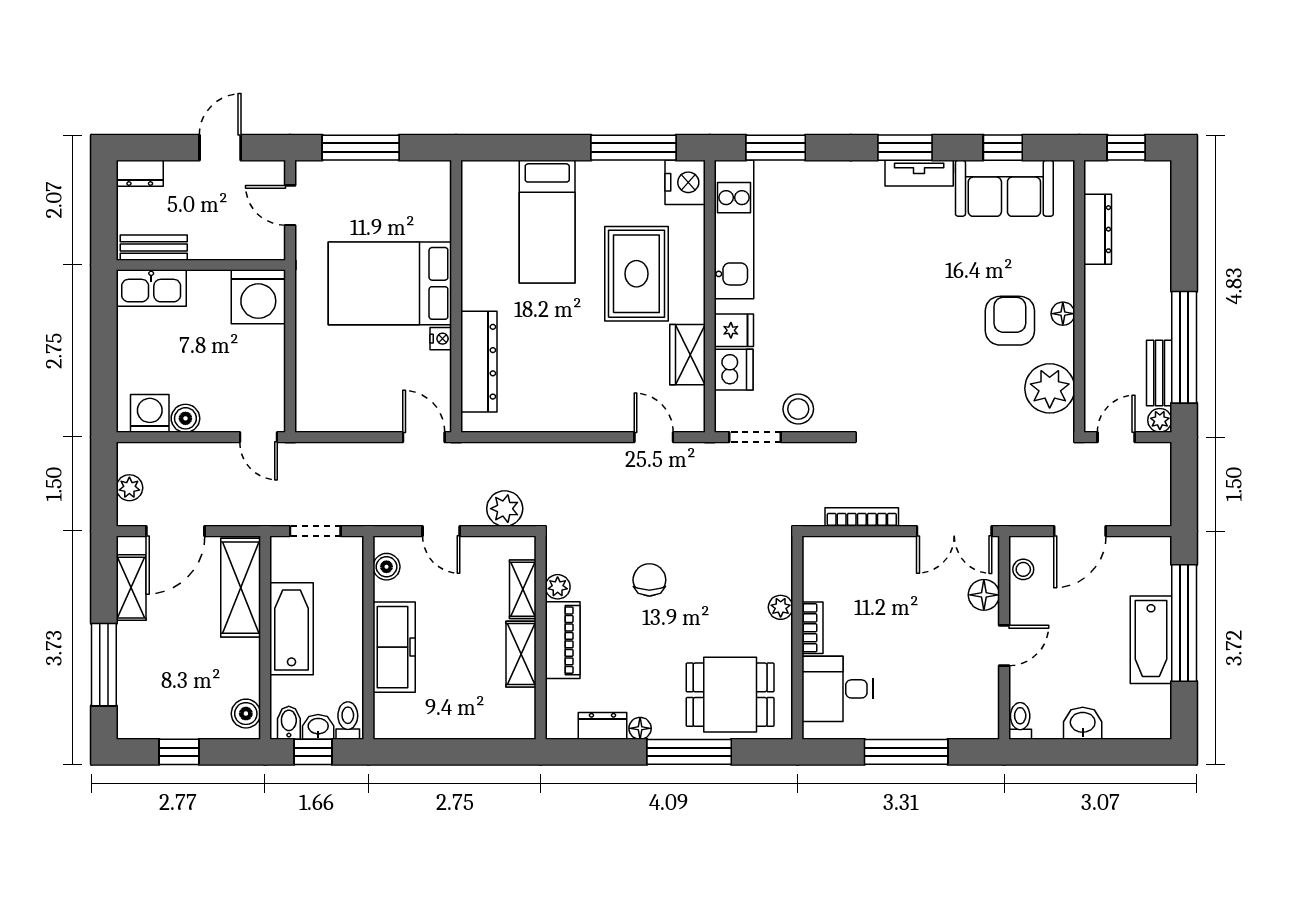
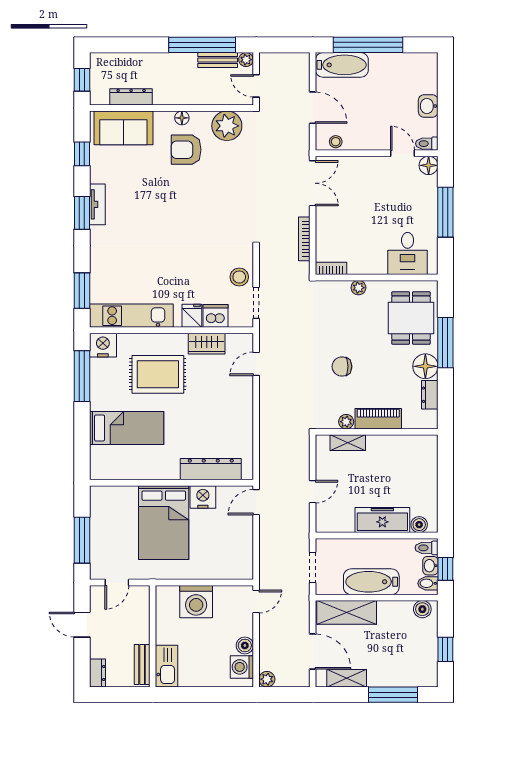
sofa: (1004, 188) -> (123, 128), moved, turned 90
washing machine: (258, 297) -> (196, 602), moved, turned 90
nightstand: (441, 339) -> (203, 497), width x1.89, depth x1.79
plant: (129, 488) -> (267, 679), moved
plant: (505, 509) -> (299, 454), removed
boiler: (386, 567) -> (419, 525), moved
floor lamp: (984, 595) -> (429, 165), moved
bookcase: (812, 628) -> (331, 268), moved
bathtub: (1151, 640) -> (342, 65), moved
door: (1004, 645) -> (403, 153), moved
shelving: (521, 654) -> (387, 444), removed
floor lamp: (640, 728) -> (425, 366), width x1.89, depth x1.89

